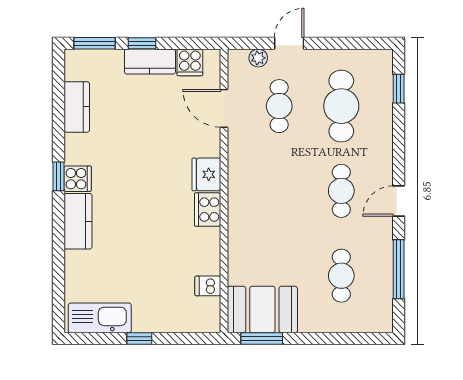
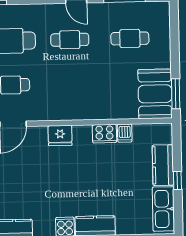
cooker: (208, 210) -> (104, 134), moved
dishwasher: (208, 286) -> (125, 133), moved
kitchen counter: (162, 319) -> (163, 165), added

